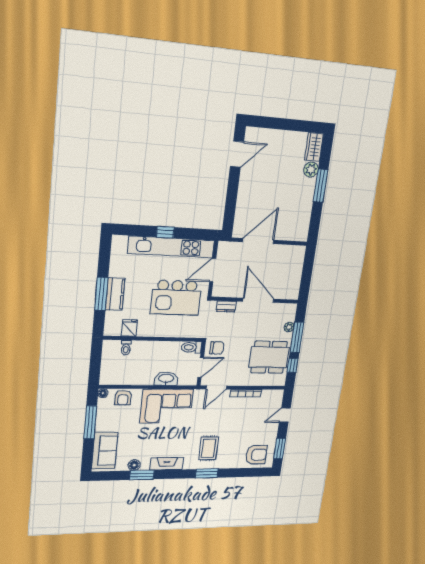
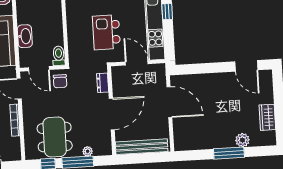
wardrobe: (314, 147) -> (267, 117), moved, turned -90
bench: (296, 274) -> (142, 147), added
kitchen island: (176, 298) -> (106, 32), width x0.73, depth x0.78

